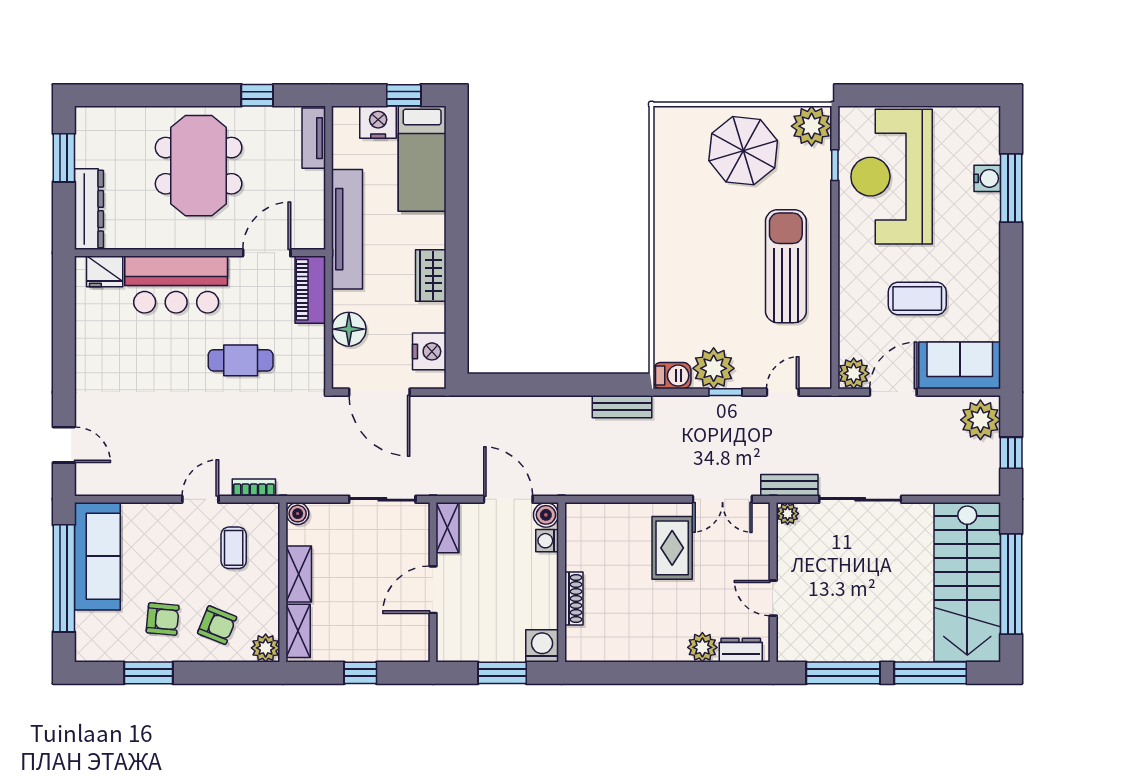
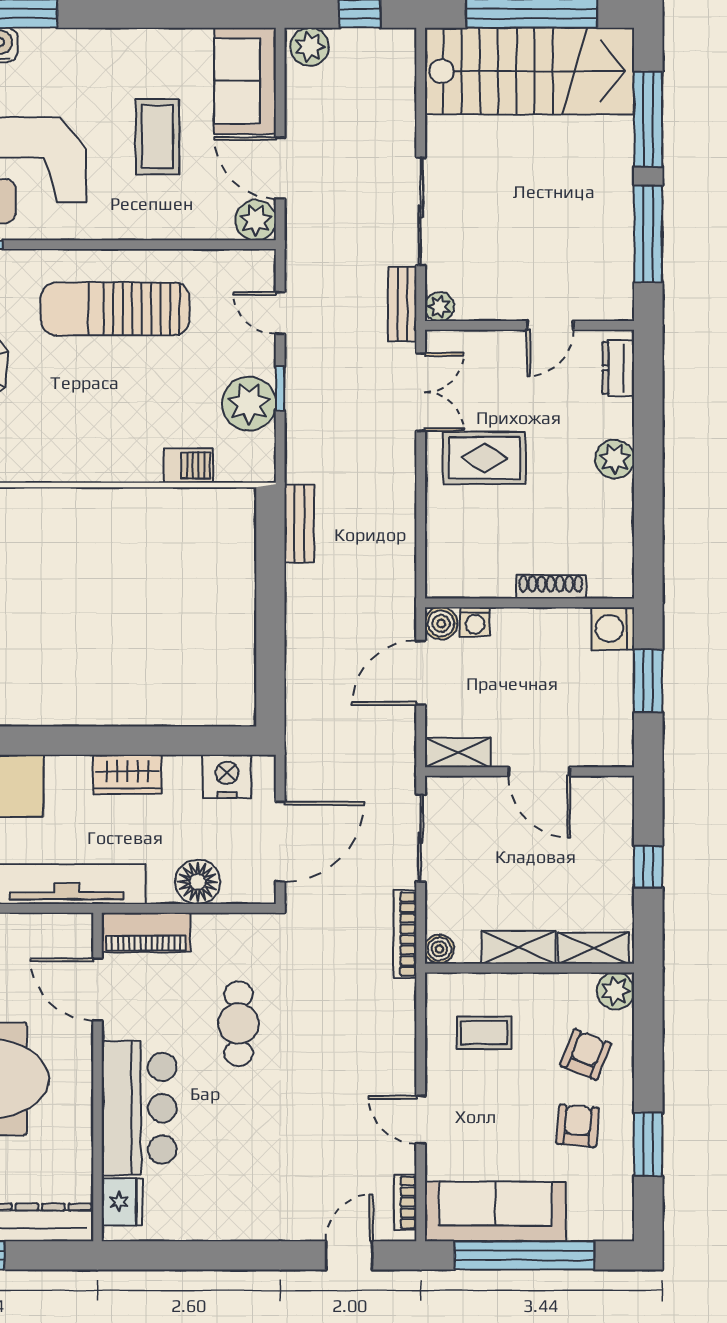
barbecue: (672, 376) -> (188, 465), moved, turned 90
plant: (980, 420) -> (310, 47), width x0.73, depth x0.73
bookcase: (254, 487) -> (405, 934), moved, width x1.56
bookcase: (104, 488) -> (405, 1202), added
door: (200, 499) -> (421, 1120), moved
plant: (702, 647) -> (615, 459), moved

